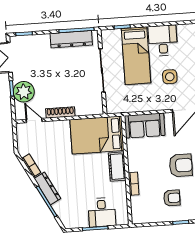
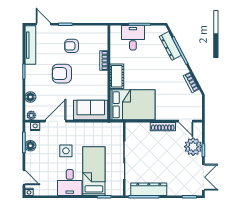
dresser: (47, 188) -> (170, 46), moved

